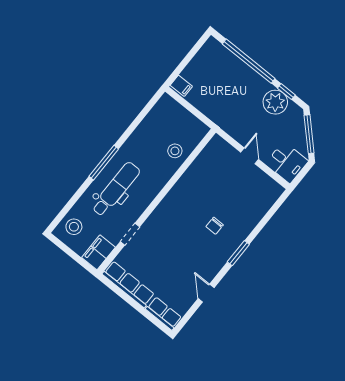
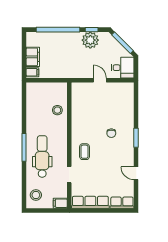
filing cabinet: (195, 69) -> (33, 57), added
coffee table: (168, 222) -> (85, 152), added
filing cabinet: (98, 252) -> (60, 203), width x0.50

